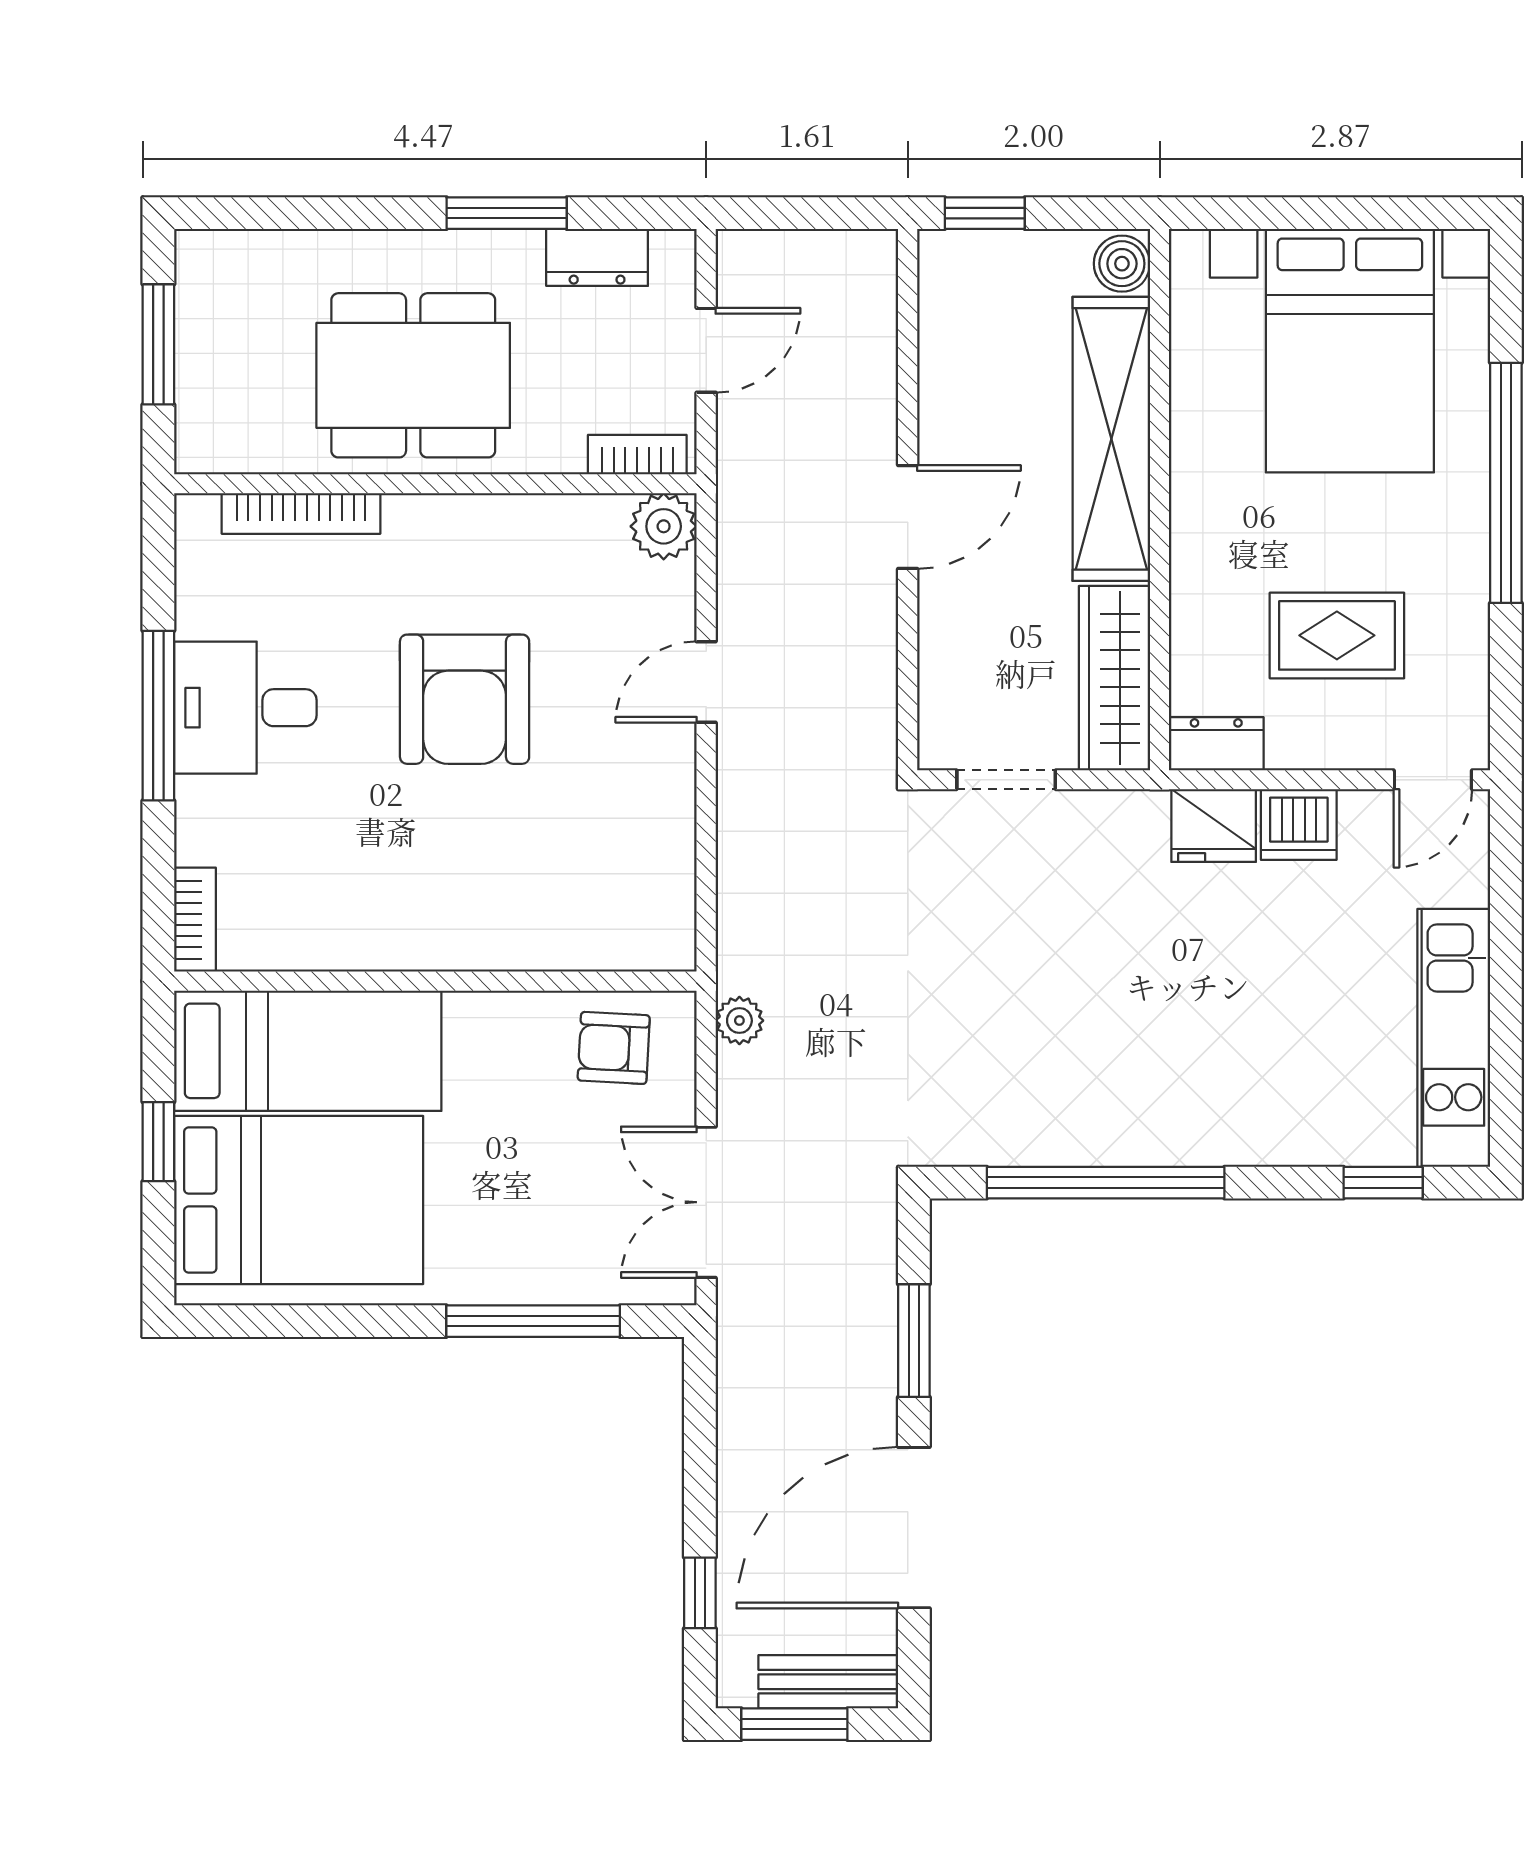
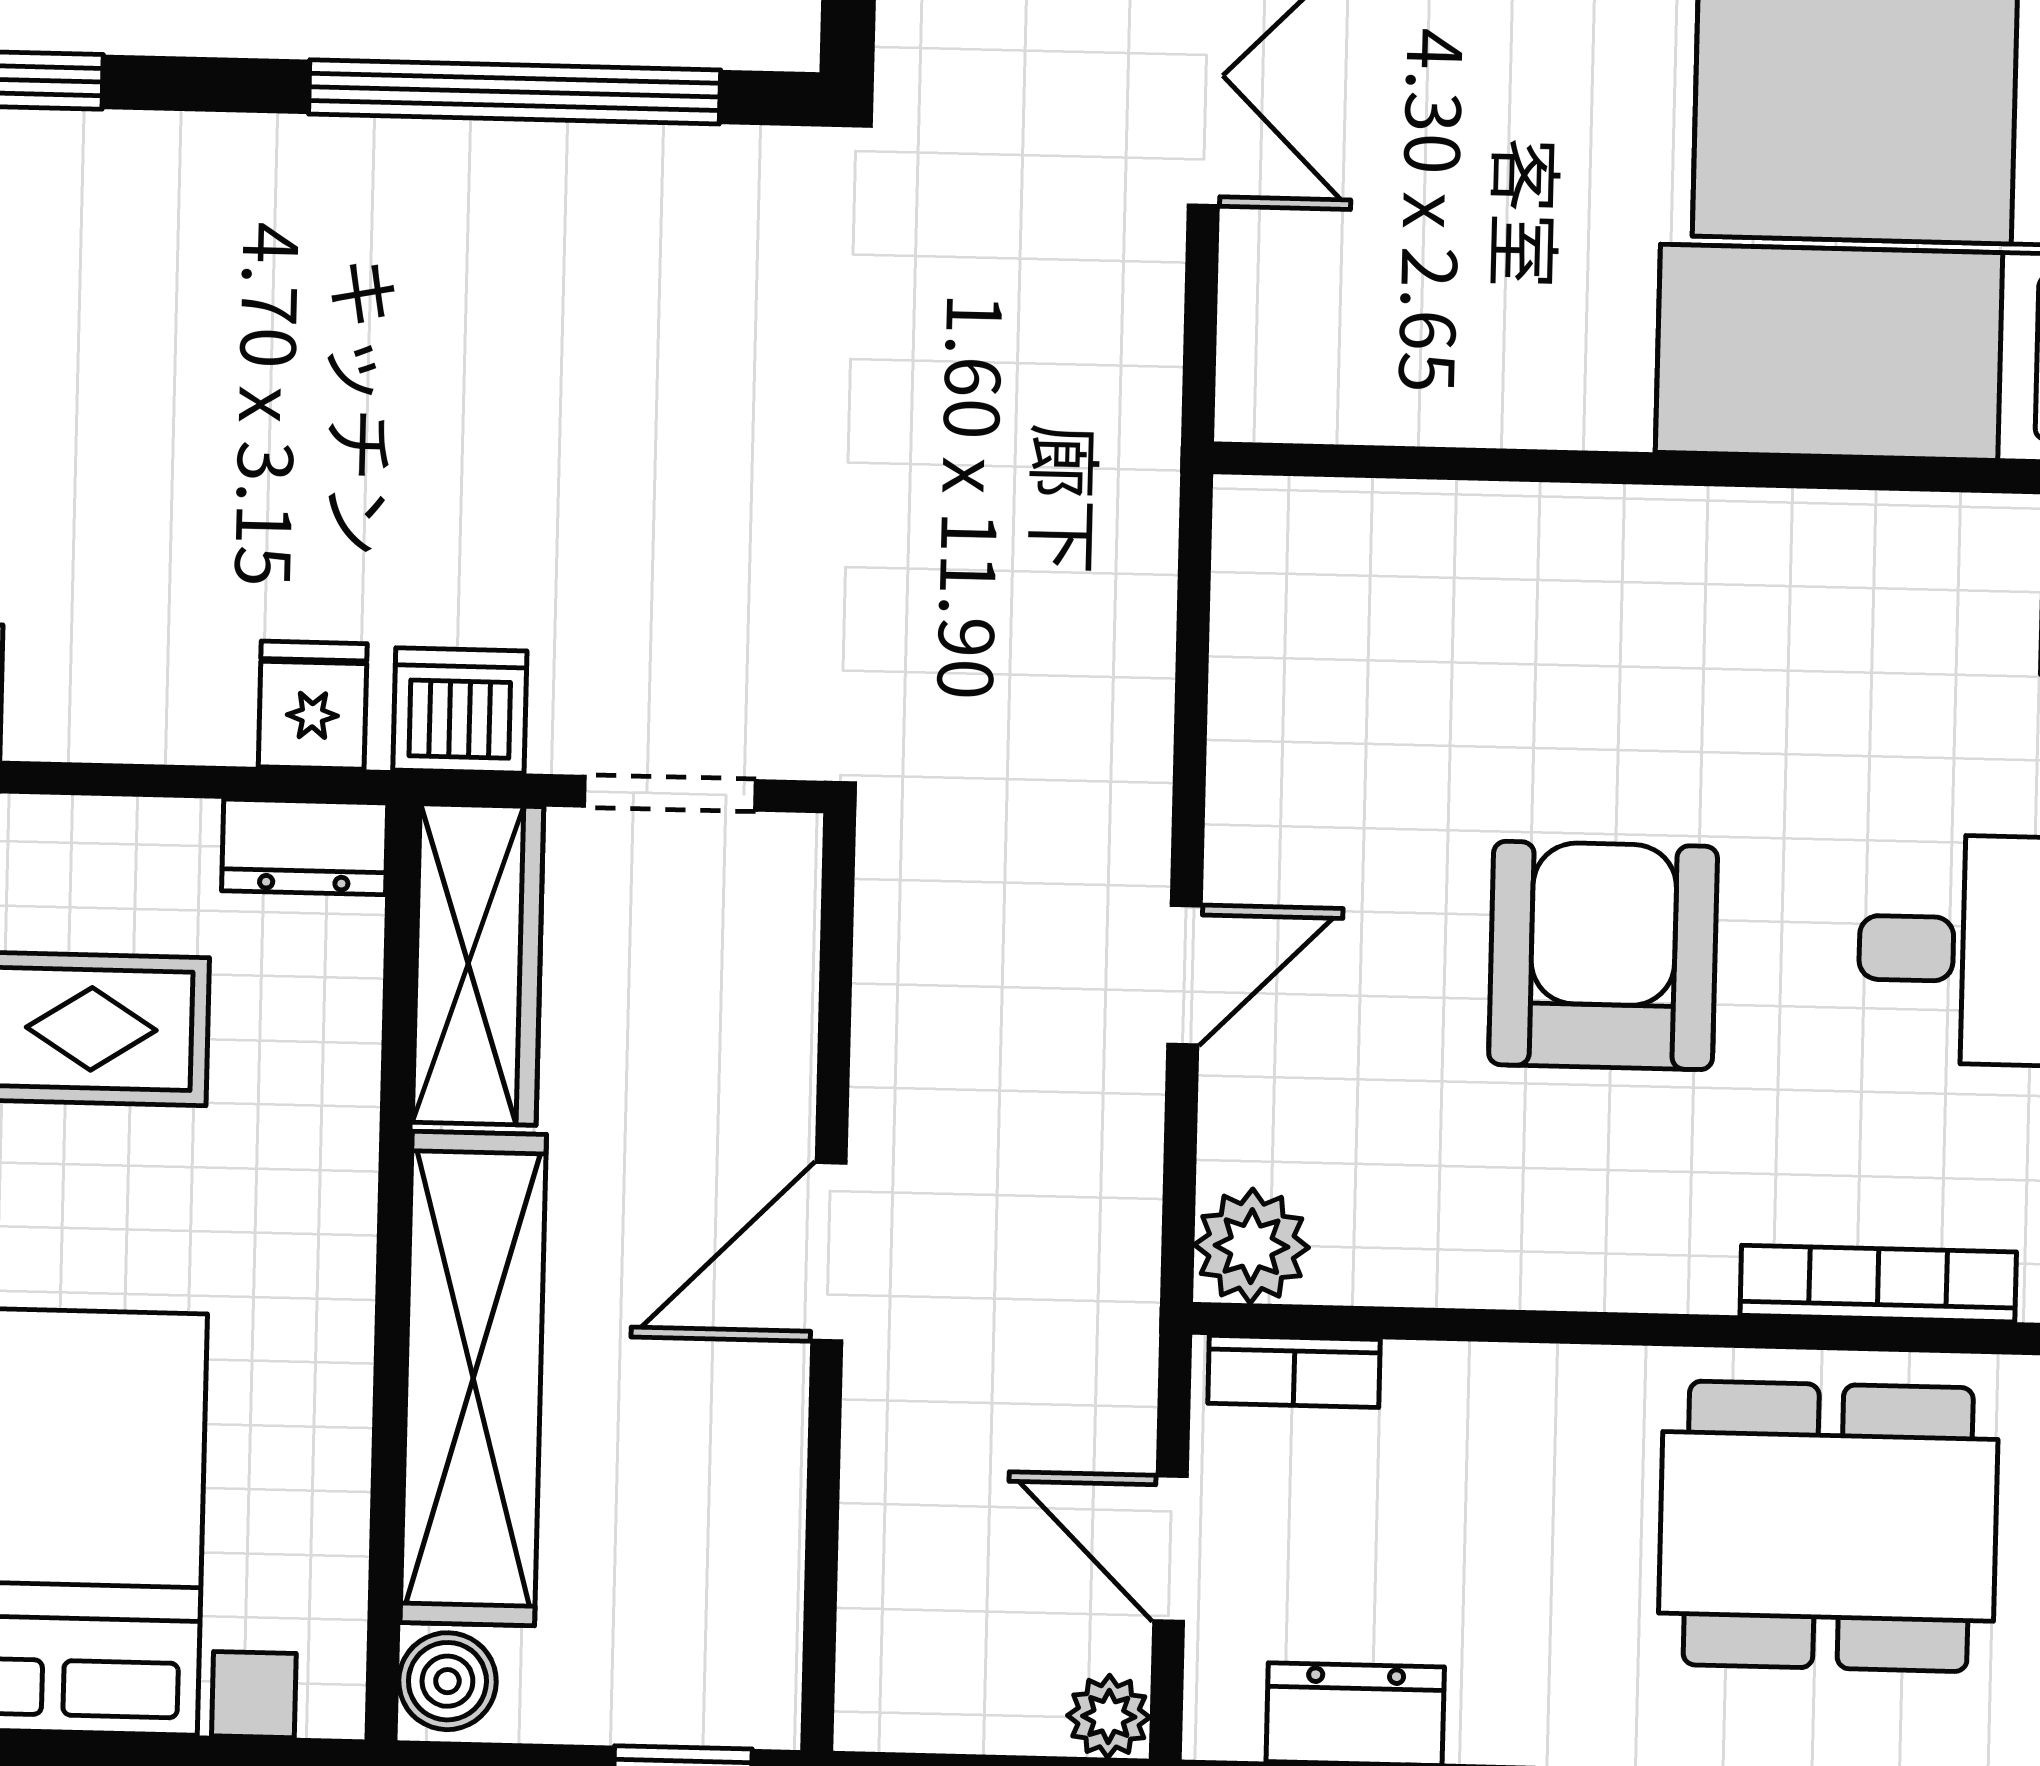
door: (706, 350) -> (1170, 1549), hinge flipped
dining table: (413, 375) -> (1828, 1526), moved
dishwasher: (1299, 825) -> (460, 711), moved
fridge: (1214, 826) -> (313, 705), width x0.72
plant: (739, 1021) -> (1109, 1716), moved
armchair: (614, 1048) -> (1360, 346), removed

